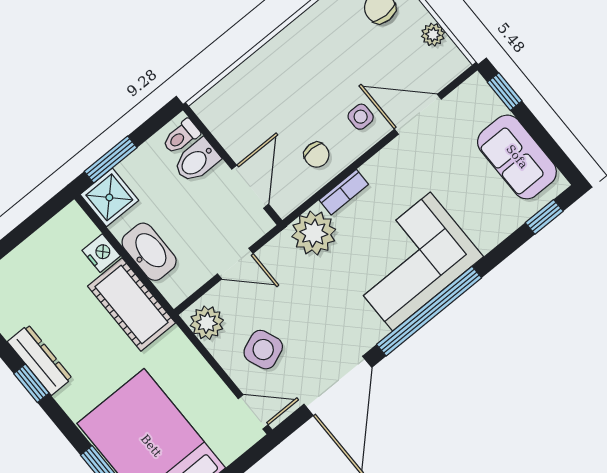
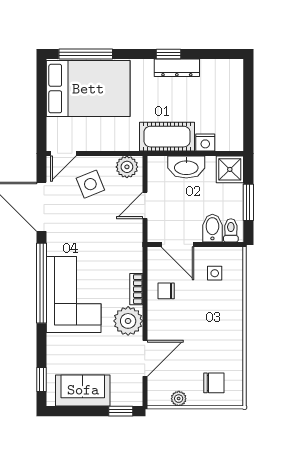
side table: (361, 117) -> (215, 273), moved
window: (111, 159) -> (248, 202), moved
plant: (314, 233) -> (128, 321), moved

